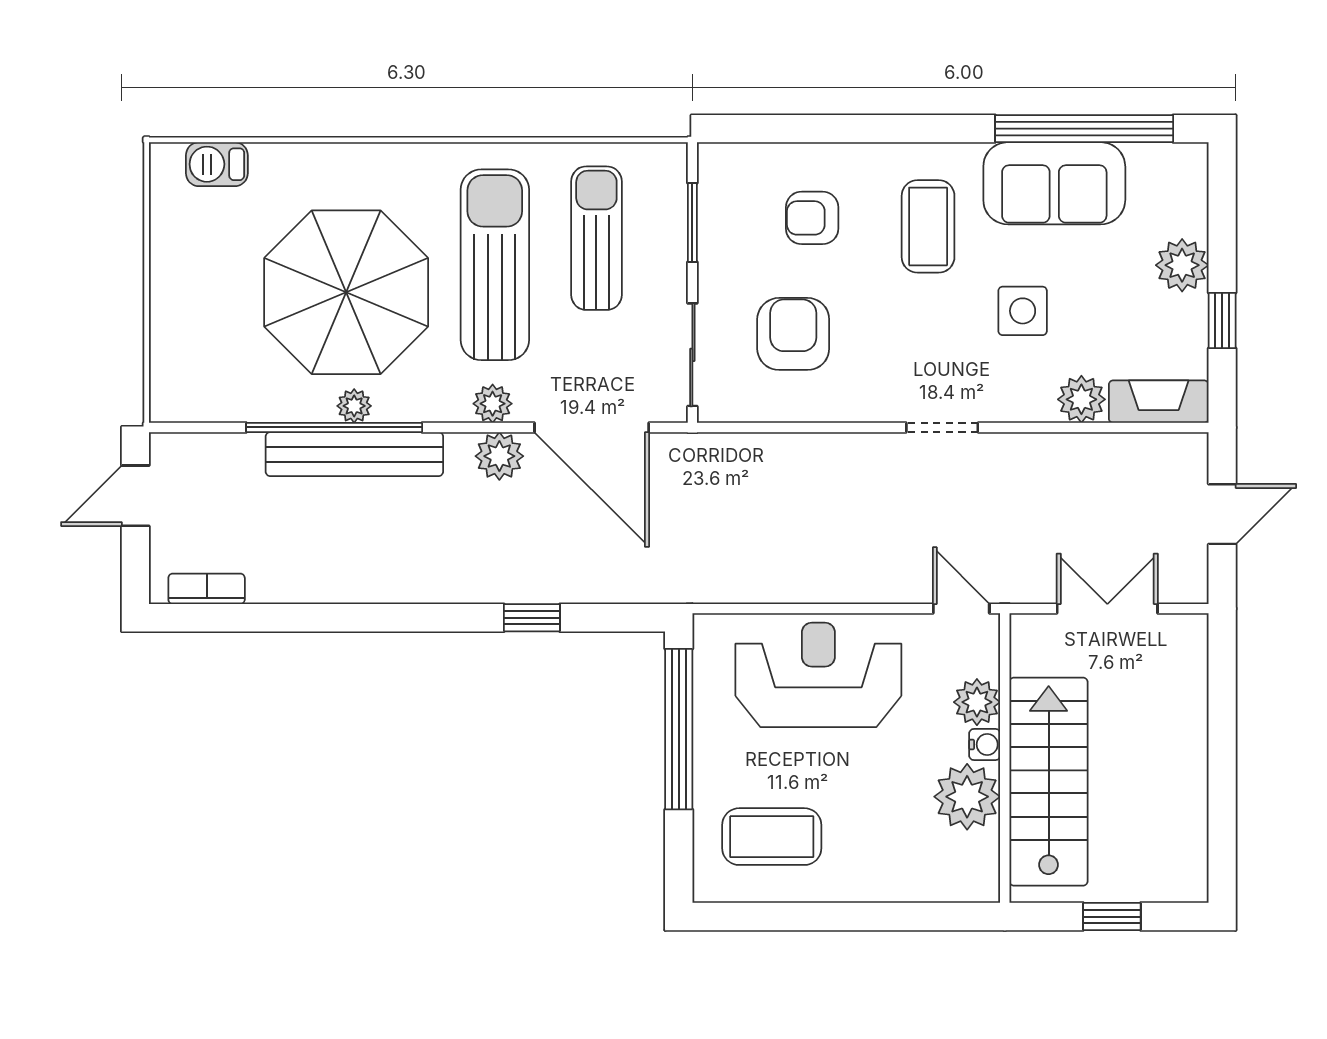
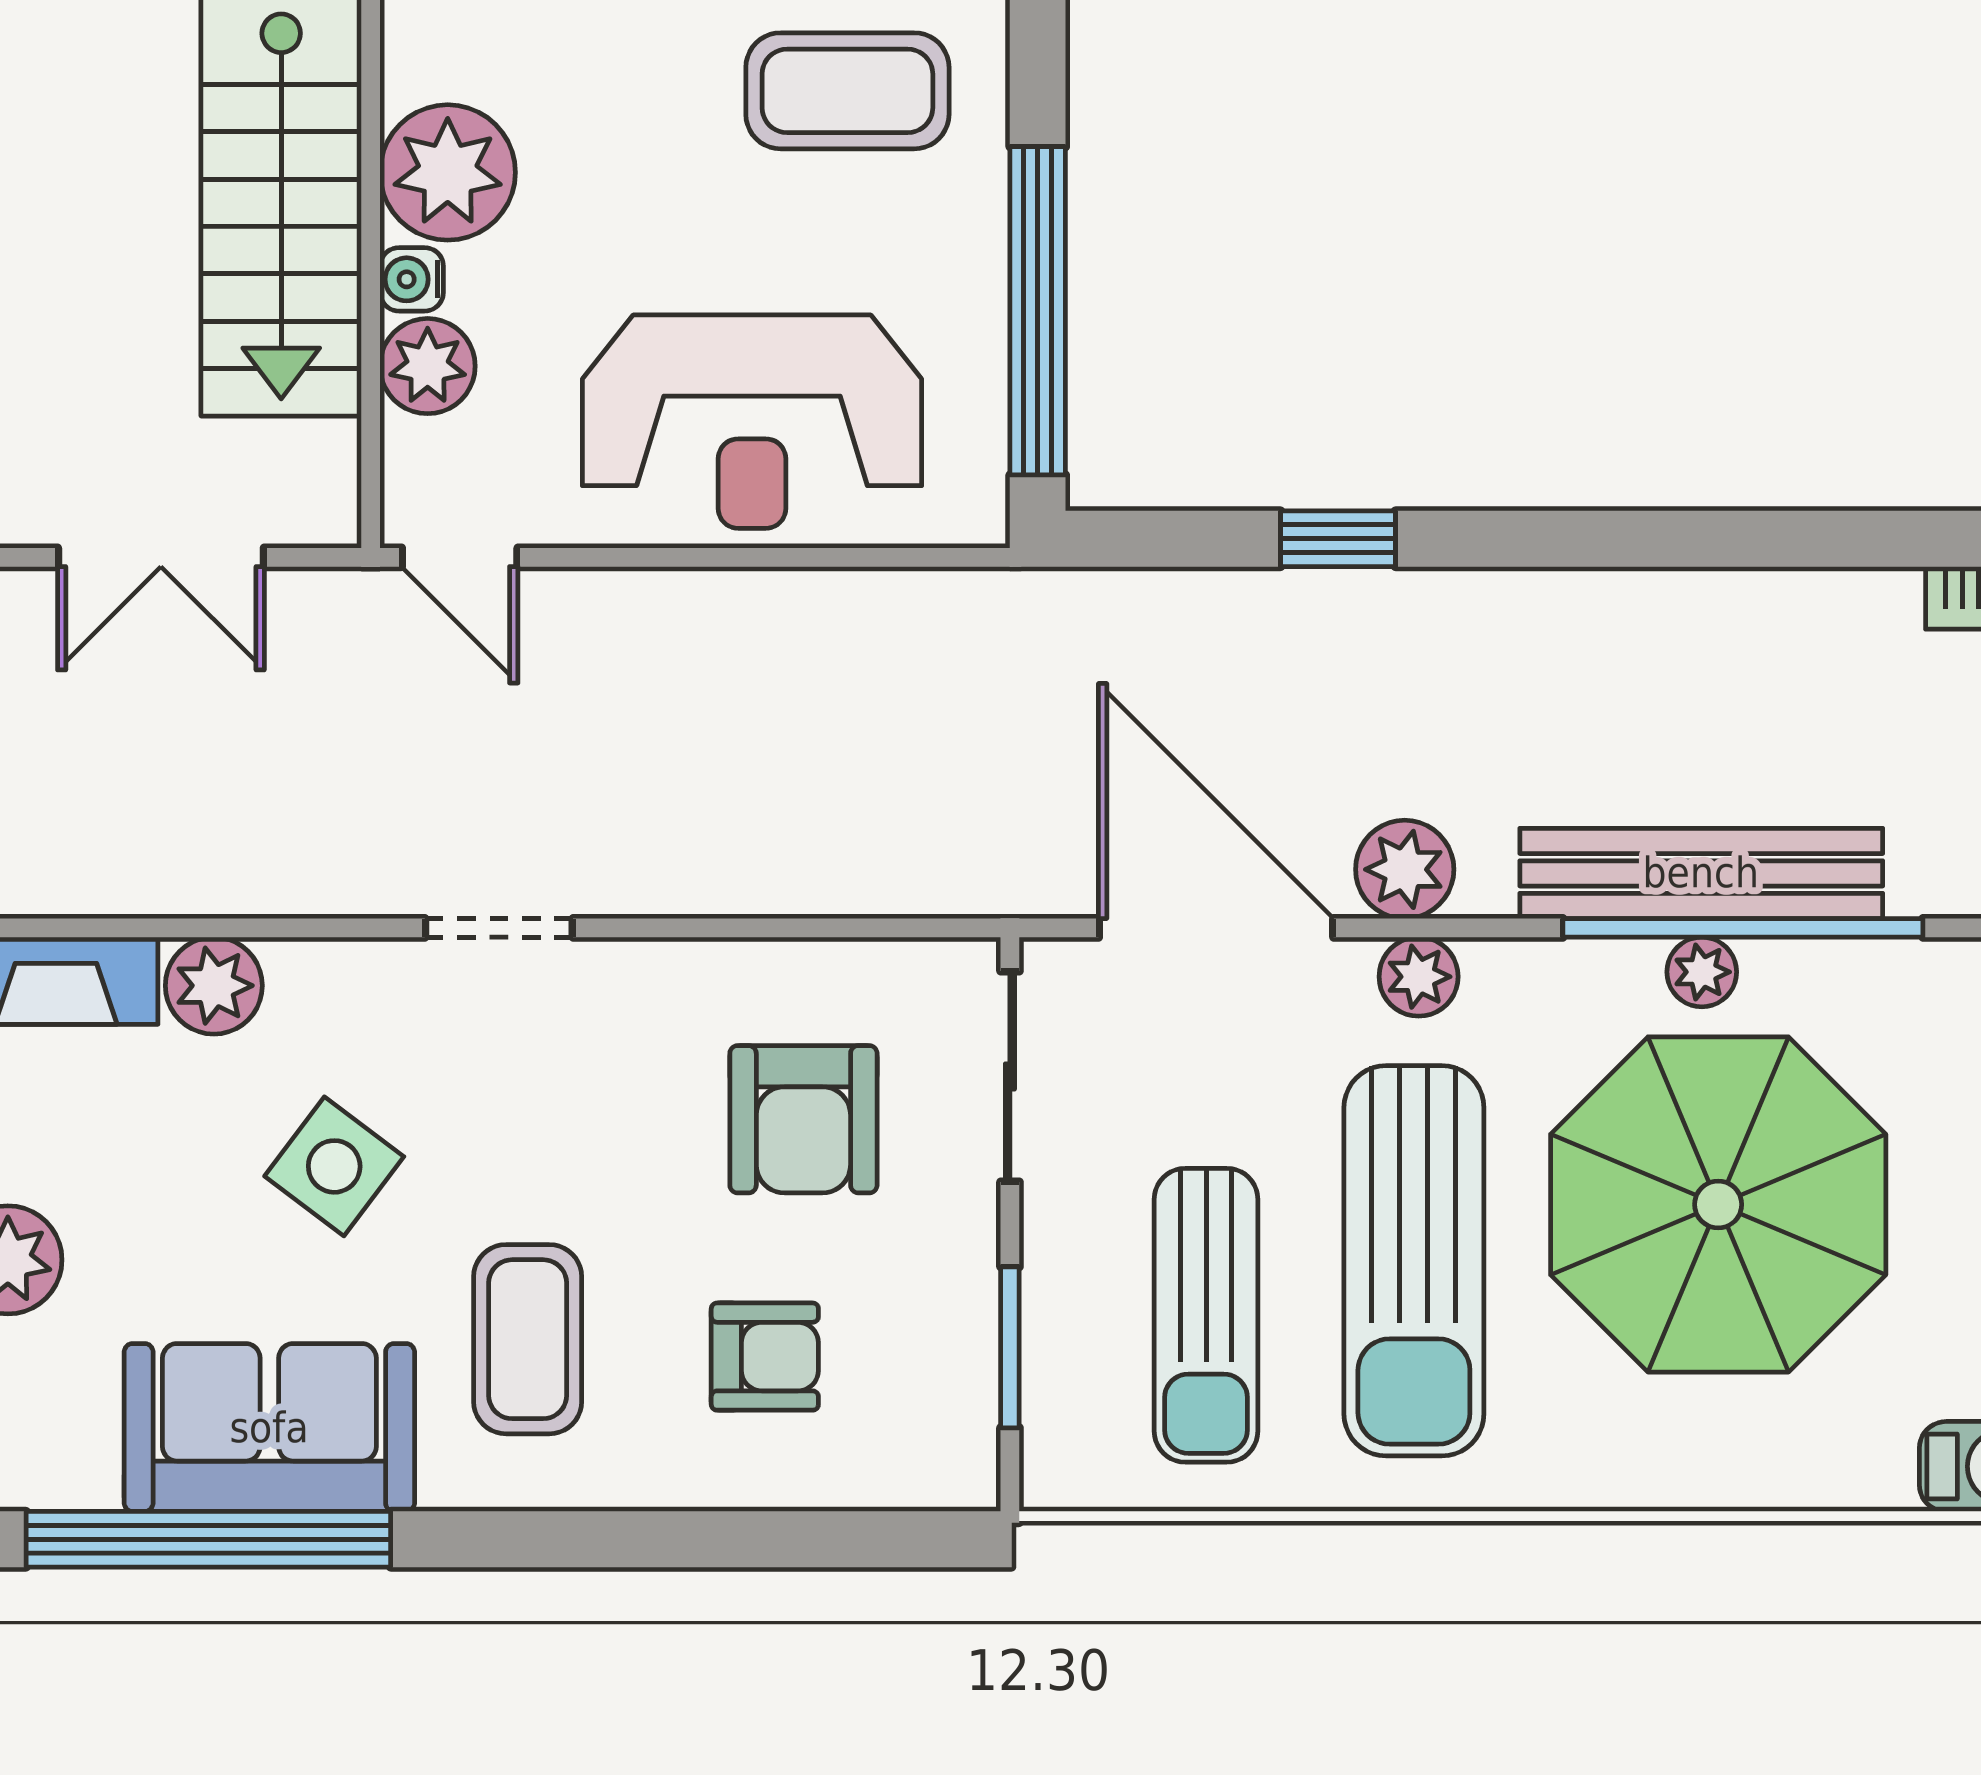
side table: (1023, 311) -> (334, 1166), turned 37

